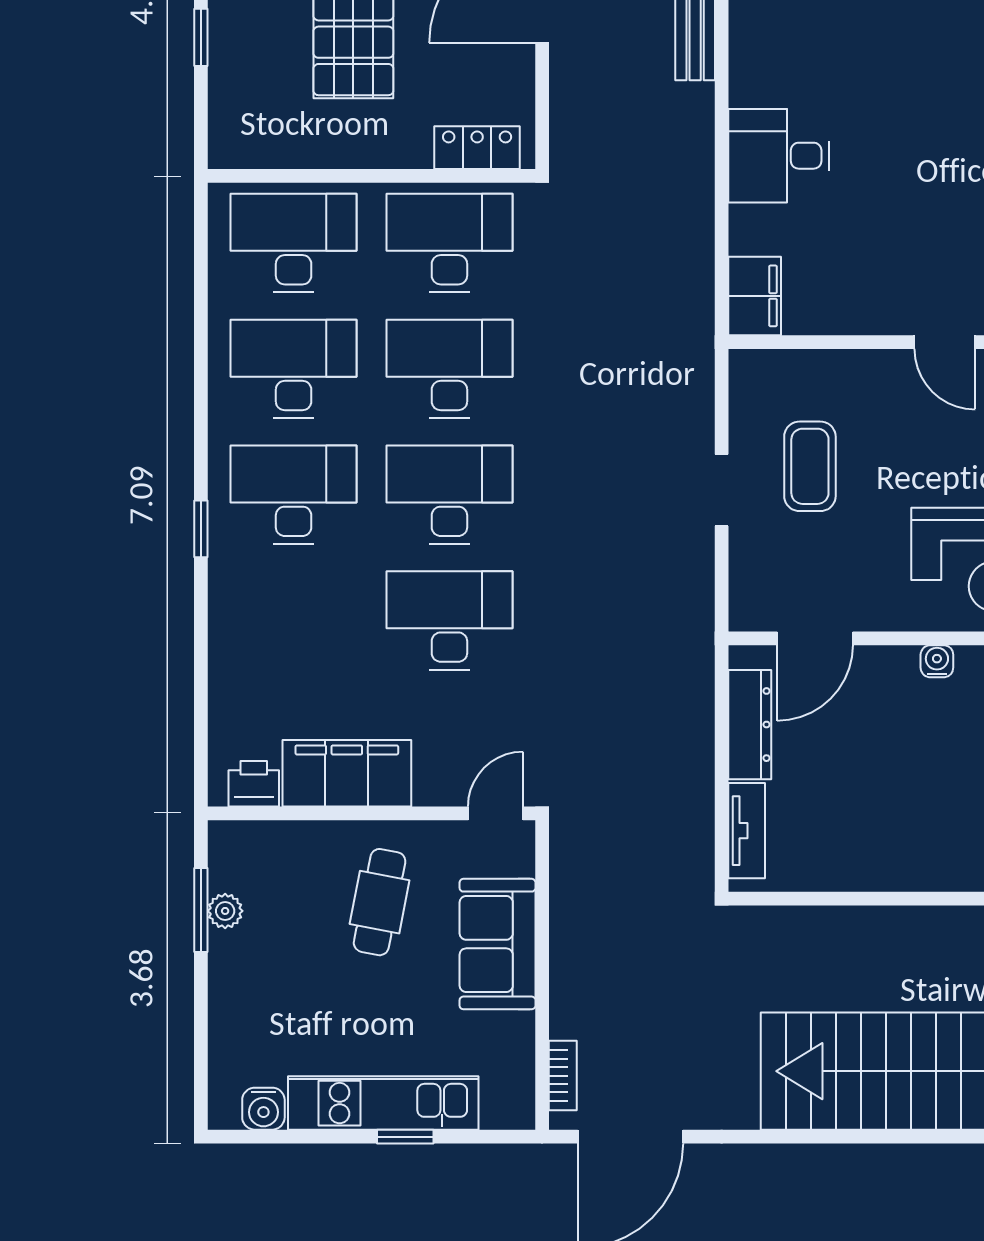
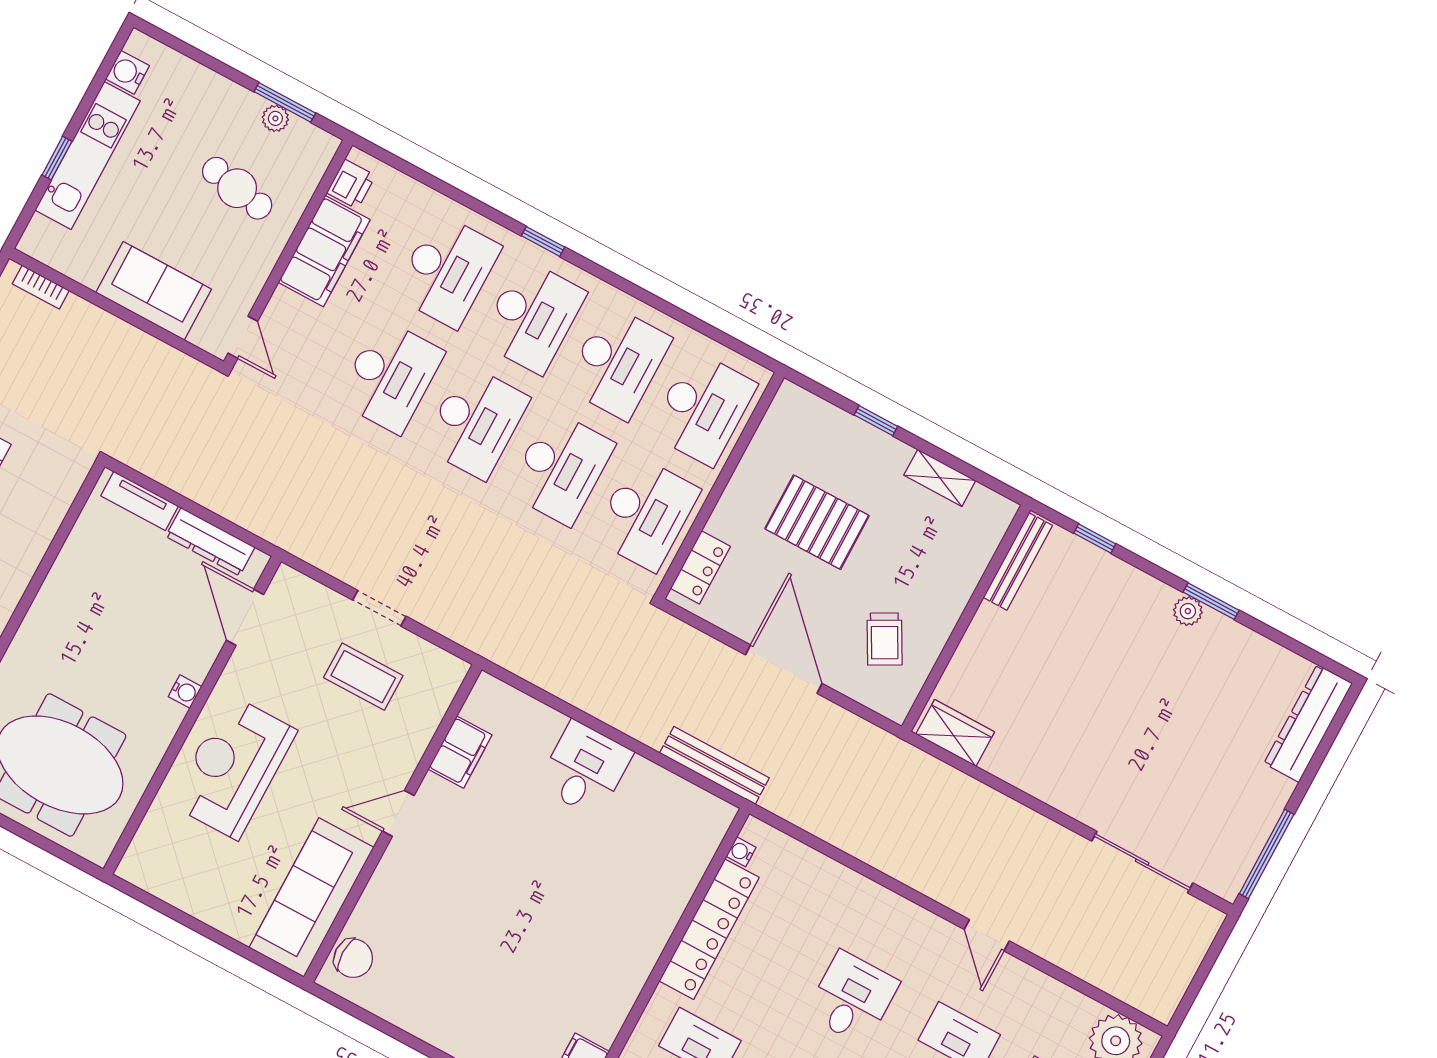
filing cabinet: (755, 296) -> (460, 752), moved, turned -90
desk: (294, 620) -> (447, 271), added
cafe table: (380, 902) -> (237, 188), moved

